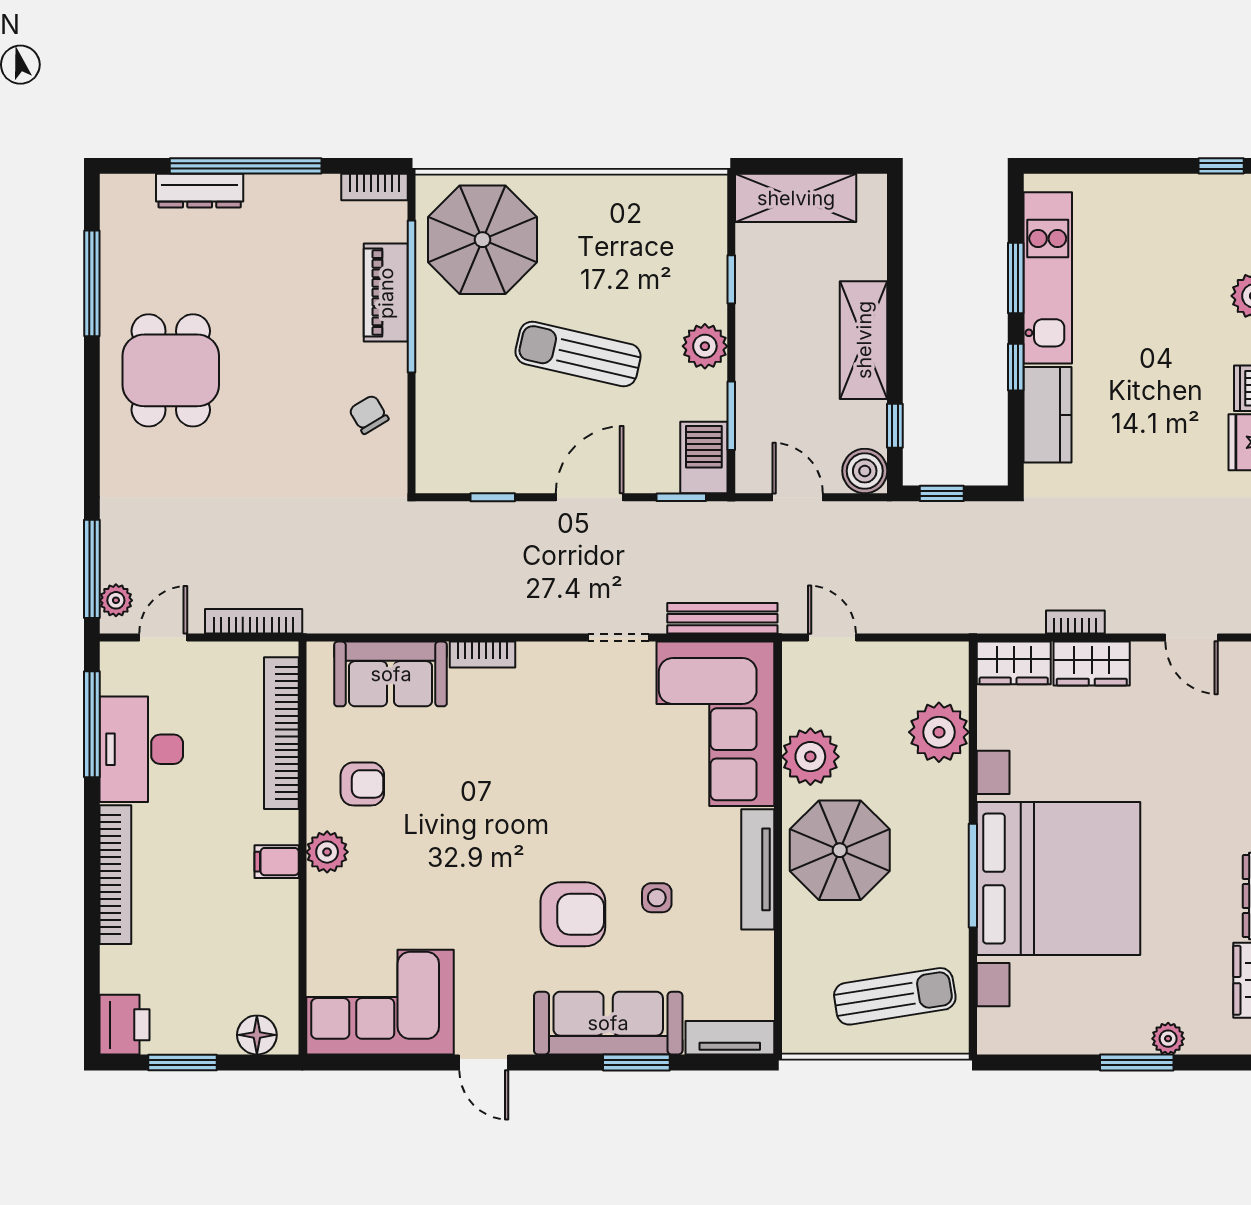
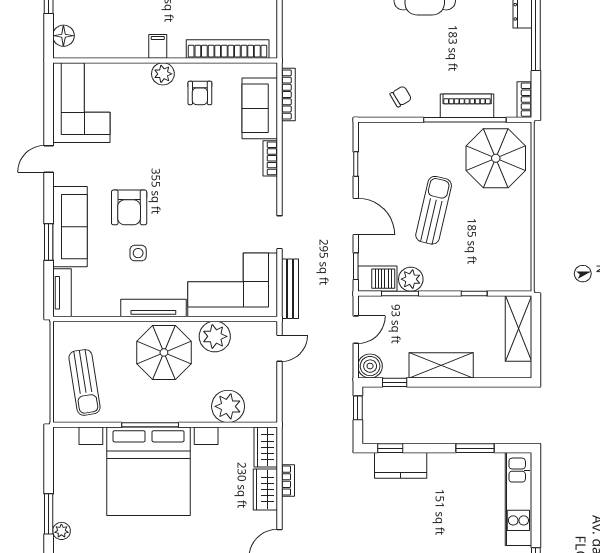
kitchen unit: (1048, 278) -> (518, 499), moved, turned 90
plant: (705, 346) -> (411, 279), moved
window: (1016, 367) -> (390, 448), moved
bookcase: (254, 621) -> (288, 95), moved

